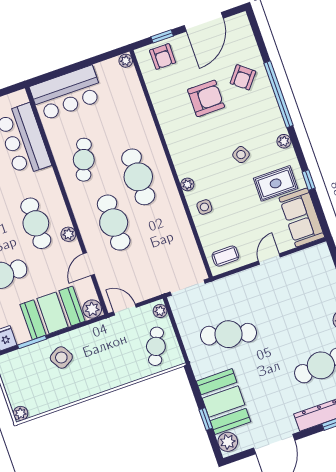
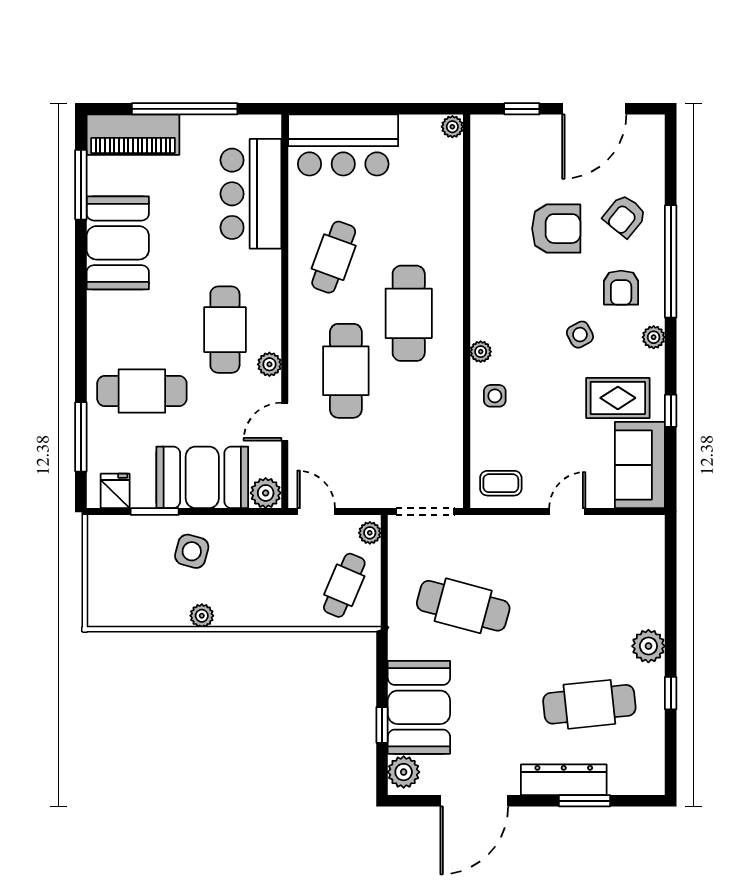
armchair: (163, 56) -> (621, 288), moved
side table: (61, 357) -> (192, 551), turned 45
plant: (21, 413) -> (202, 616), moved

